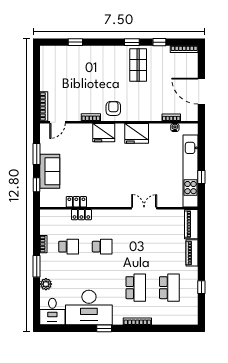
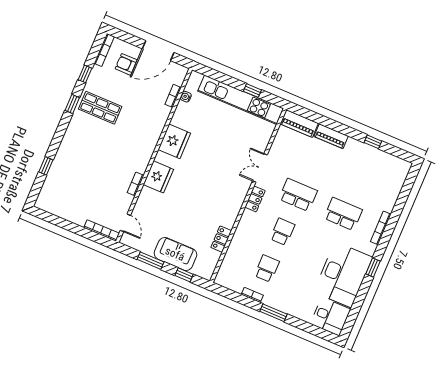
armchair: (113, 108) -> (126, 64), moved
locker: (81, 215) -> (255, 199), moved
plant: (46, 284) -> (297, 311), removed
school desk: (169, 288) -> (298, 195), moved

